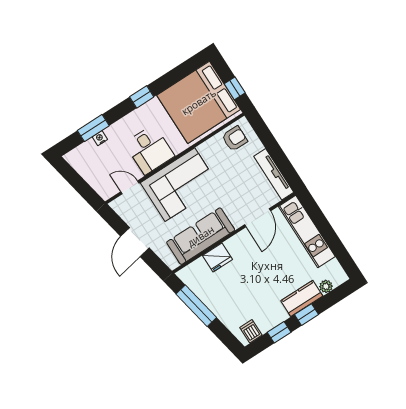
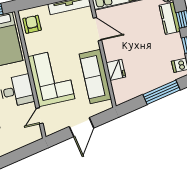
door: (135, 242) -> (82, 127), hinge flipped
window: (196, 306) -> (162, 92), moved

